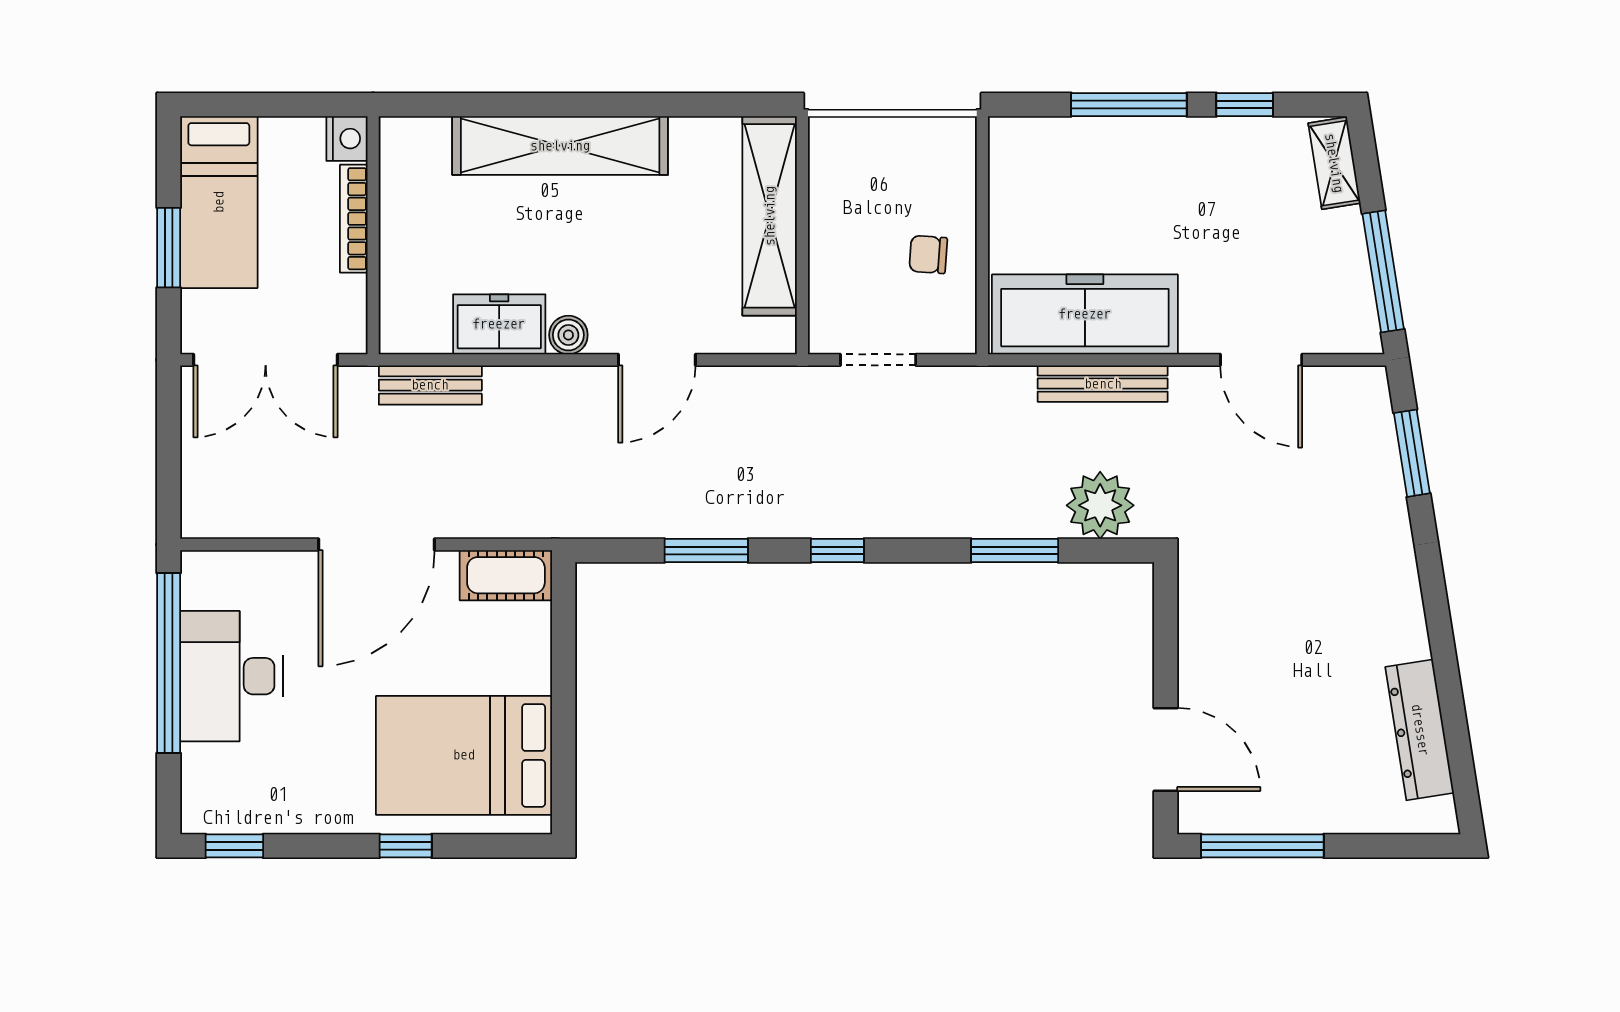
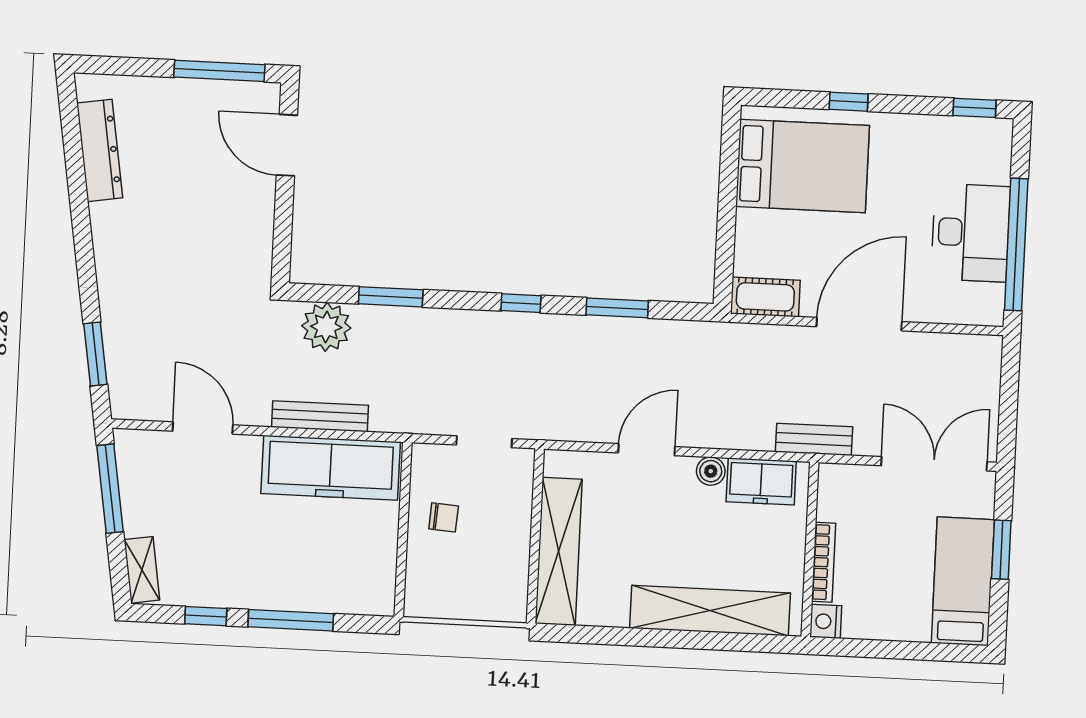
nightstand: (347, 139) -> (826, 621), moved
bookcase: (354, 219) -> (824, 562), moved
wall: (373, 235) -> (810, 549), moved

